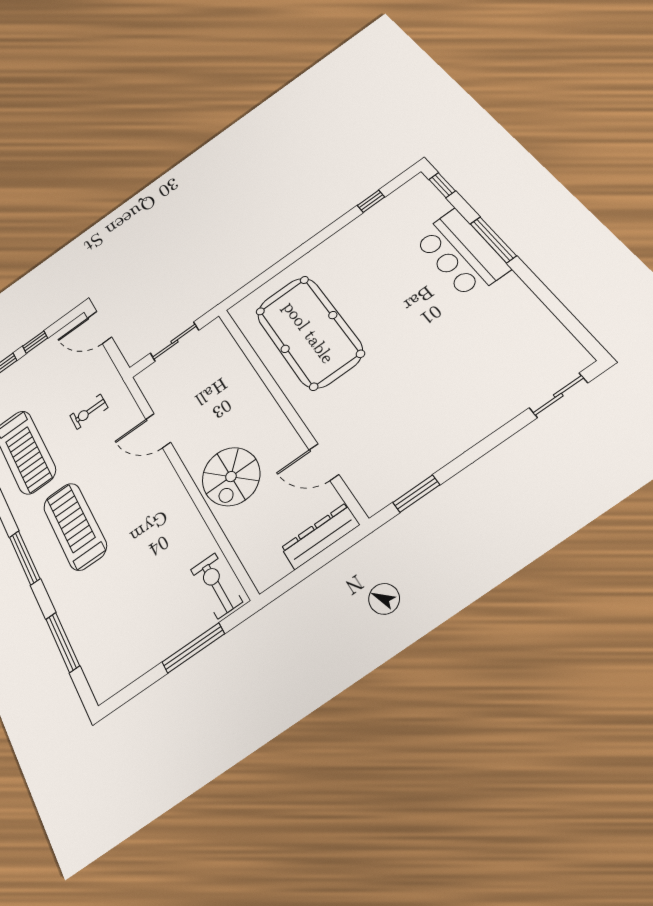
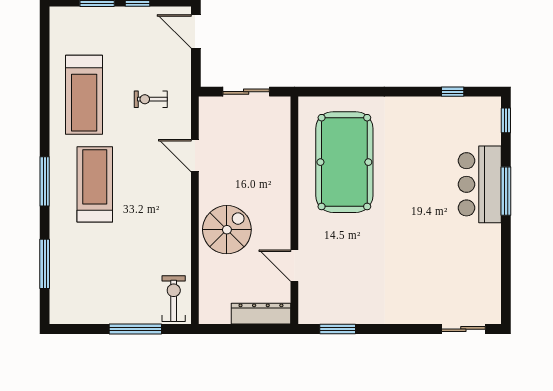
spiral stairs: (231, 477) -> (227, 230), turned 180

